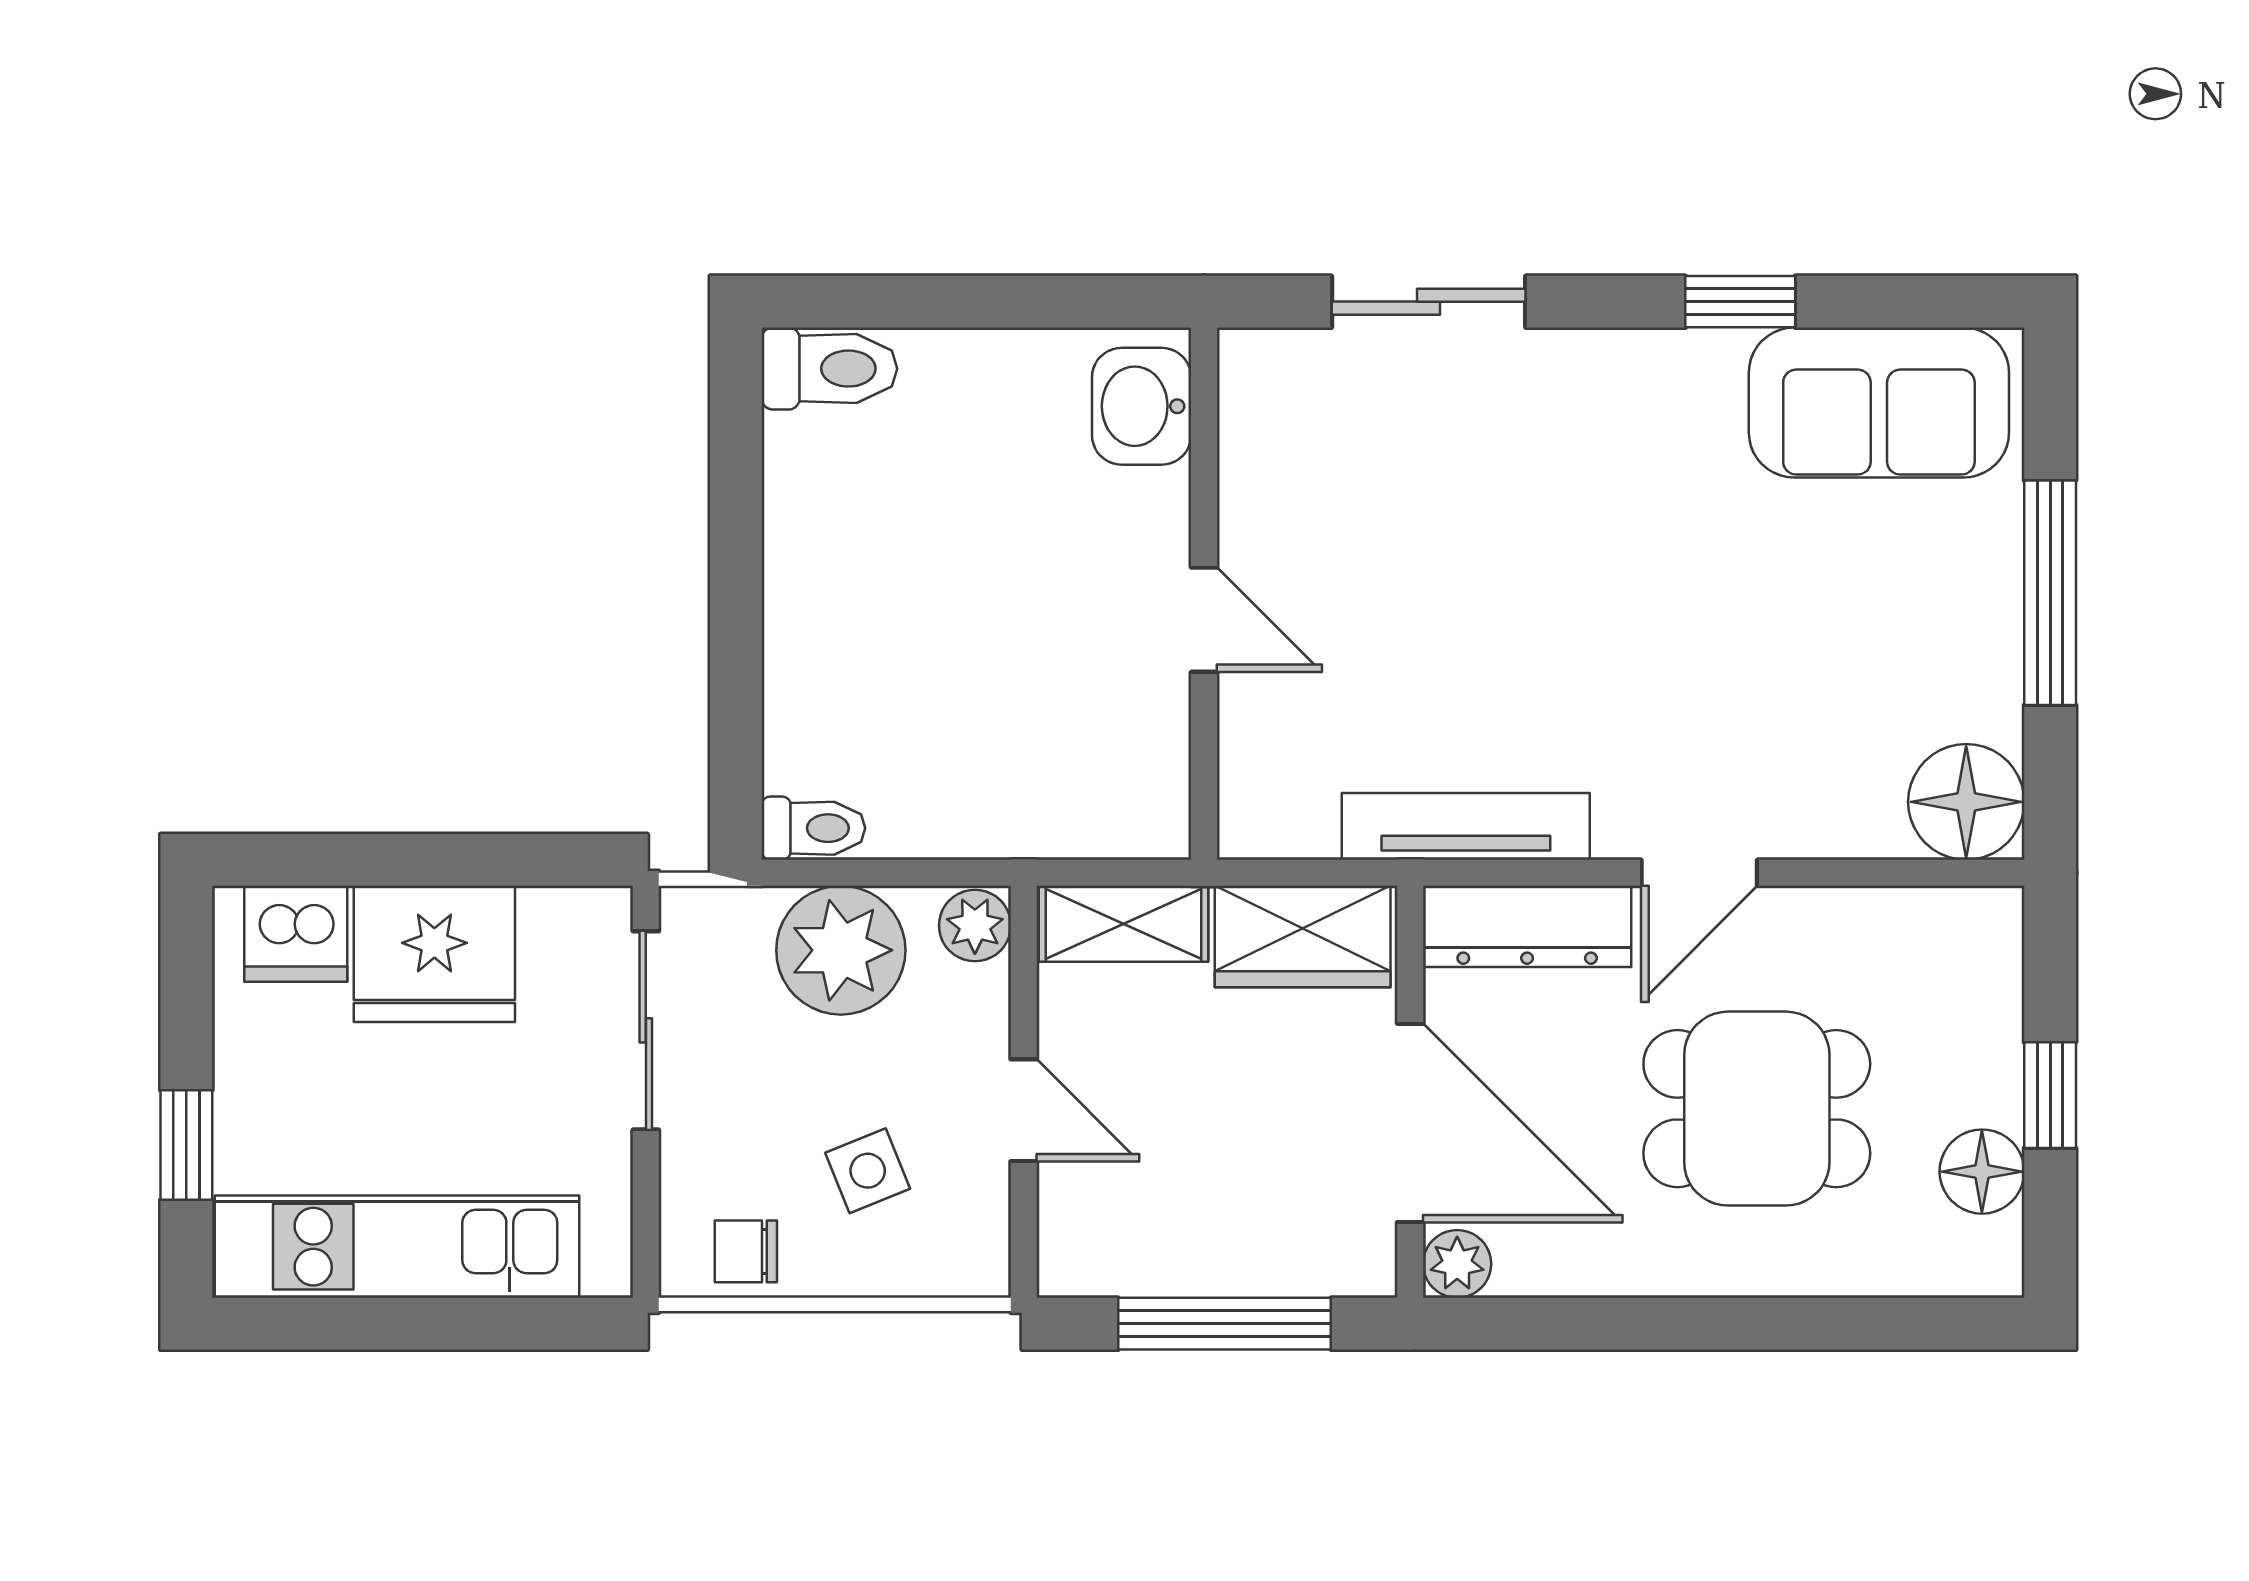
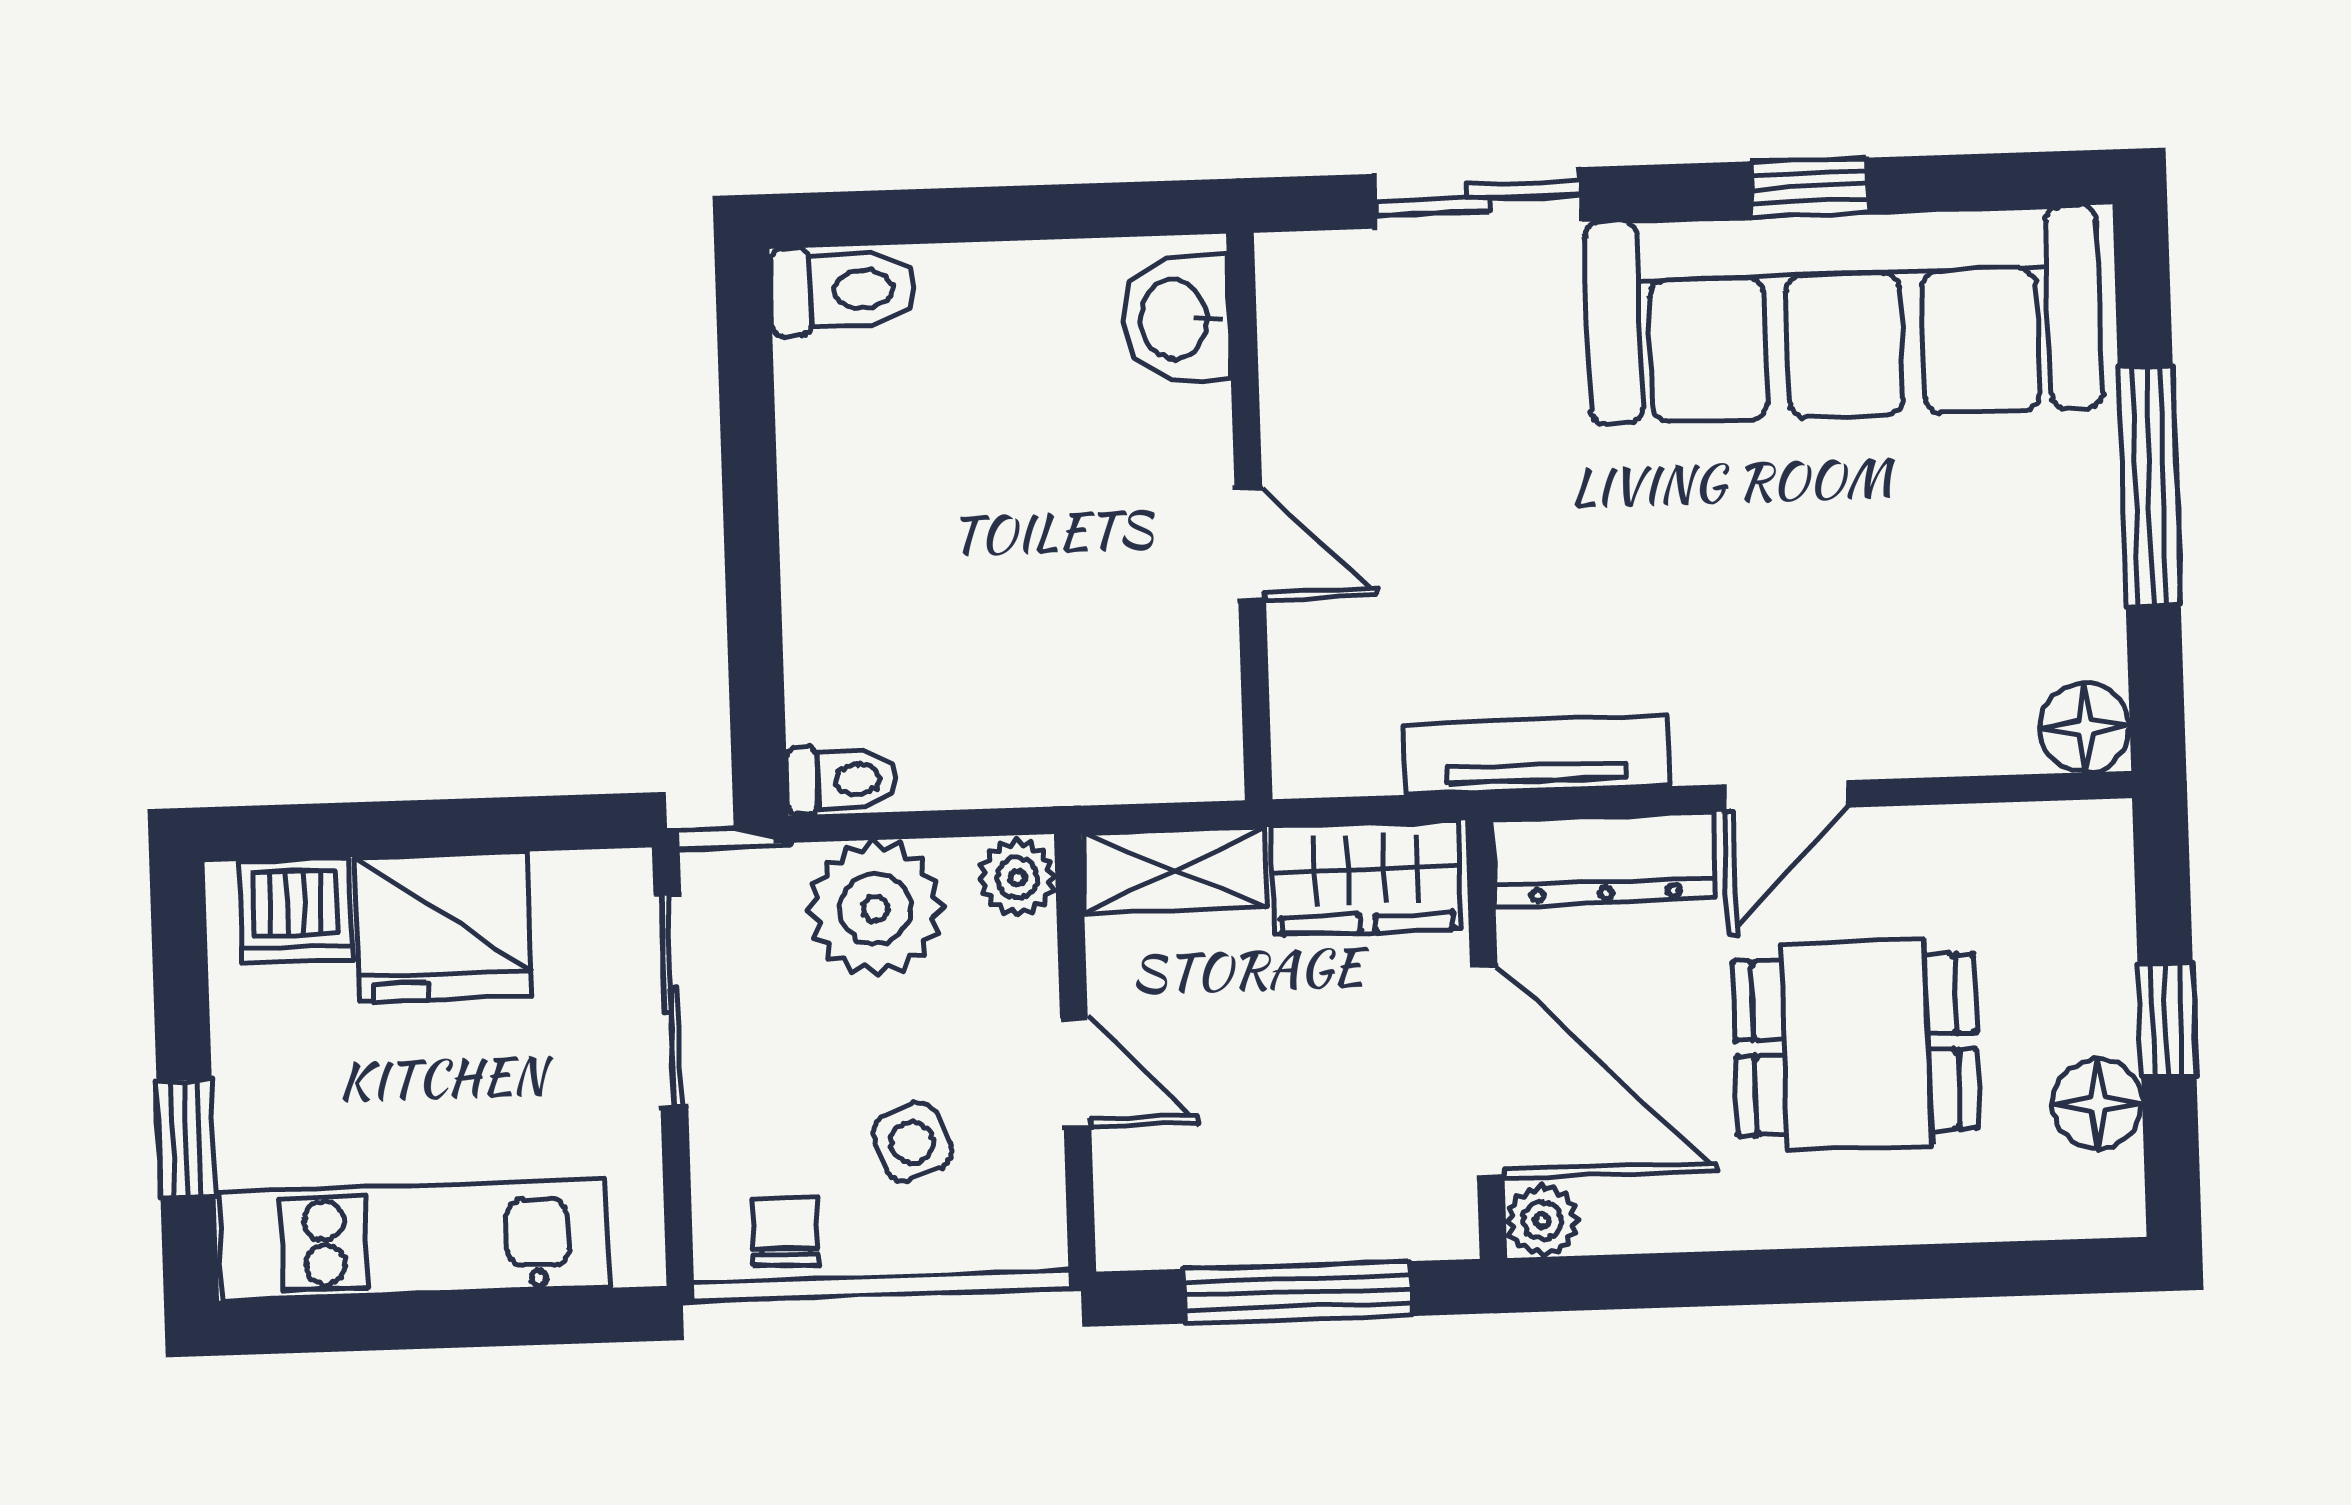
sofa: (1879, 403) -> (1844, 315), width x1.85, depth x1.27
floor lamp: (1966, 802) -> (2085, 727), width x0.73, depth x0.73
chair: (746, 1251) -> (785, 1232), turned 90

